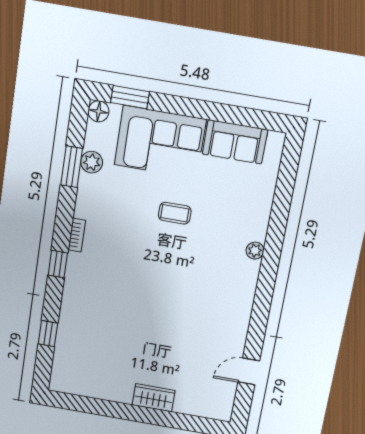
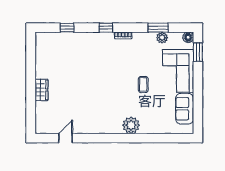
plant: (255, 251) -> (131, 125), width x1.87, depth x1.87
door: (249, 371) -> (66, 138), hinge flipped

